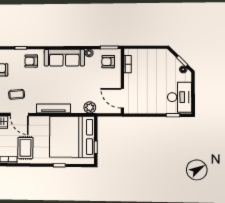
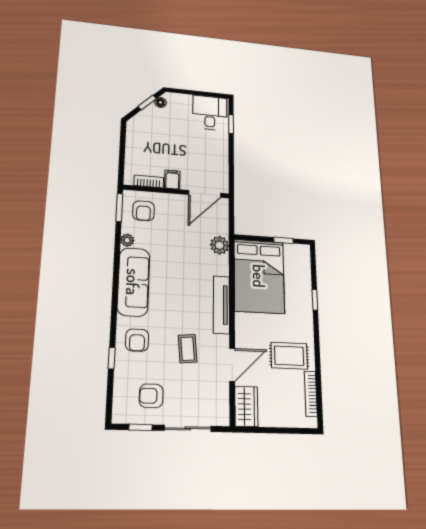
filing cabinet: (130, 78) -> (172, 180), added
coffee table: (17, 94) -> (188, 349), moved
desk: (180, 97) -> (210, 113), width x0.73
bed: (72, 137) -> (259, 276), width x0.73

